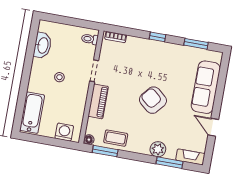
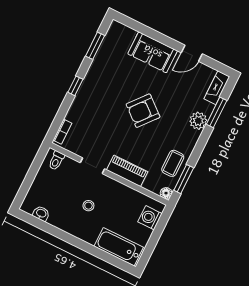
washbasin: (43, 45) -> (41, 213), width x0.52, depth x0.69
sofa: (206, 87) -> (153, 52), width x0.73

